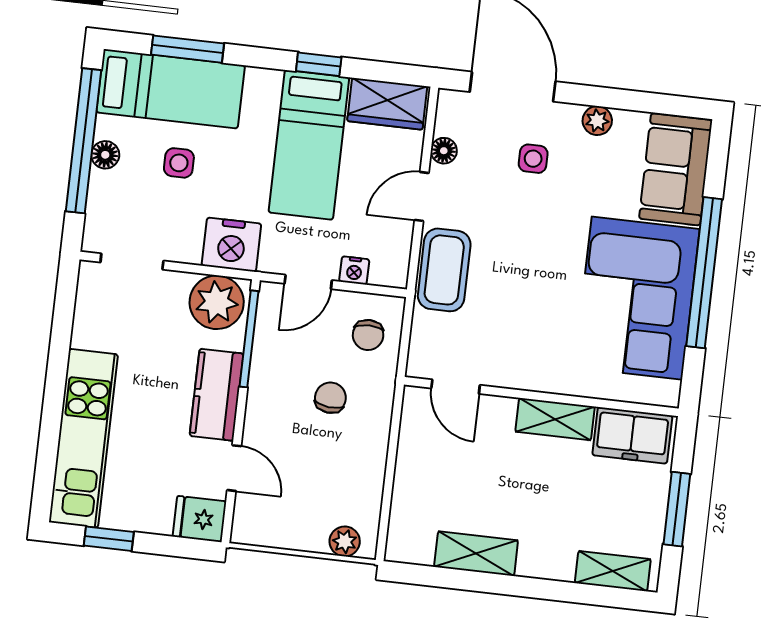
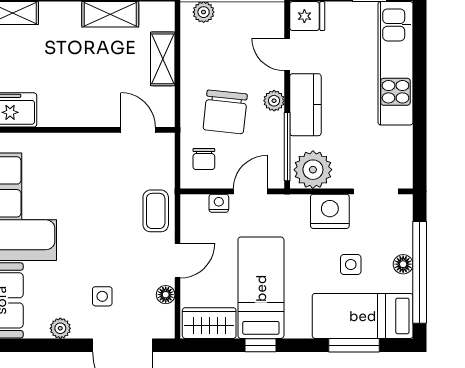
nightstand: (231, 245) -> (330, 211), moved
coffee table: (444, 270) -> (156, 211), width x0.73, depth x0.77
chair: (368, 335) -> (204, 159), turned 180
chair: (330, 398) -> (225, 112), width x1.87, depth x1.87
plant: (260, 406) -> (274, 101), added
shelving: (555, 419) -> (163, 59), moved, turned 90

